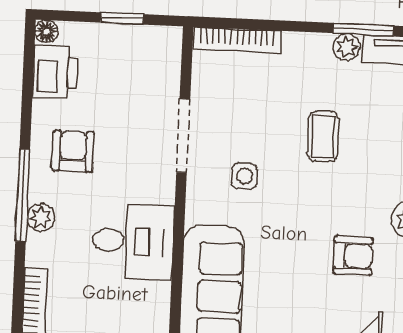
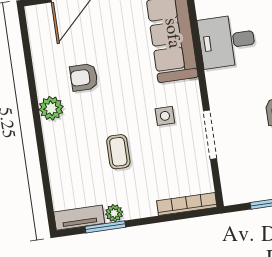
desk: (133, 241) -> (227, 41), moved

